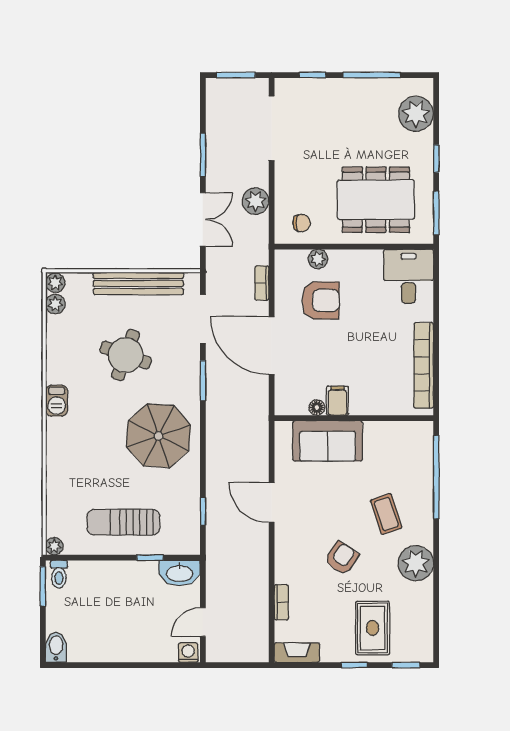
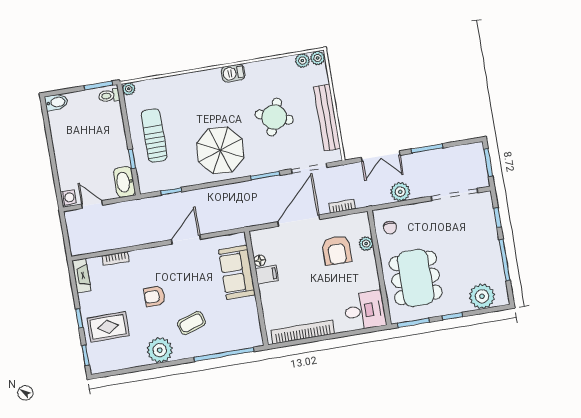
armchair: (342, 558) -> (155, 296), turned 146

